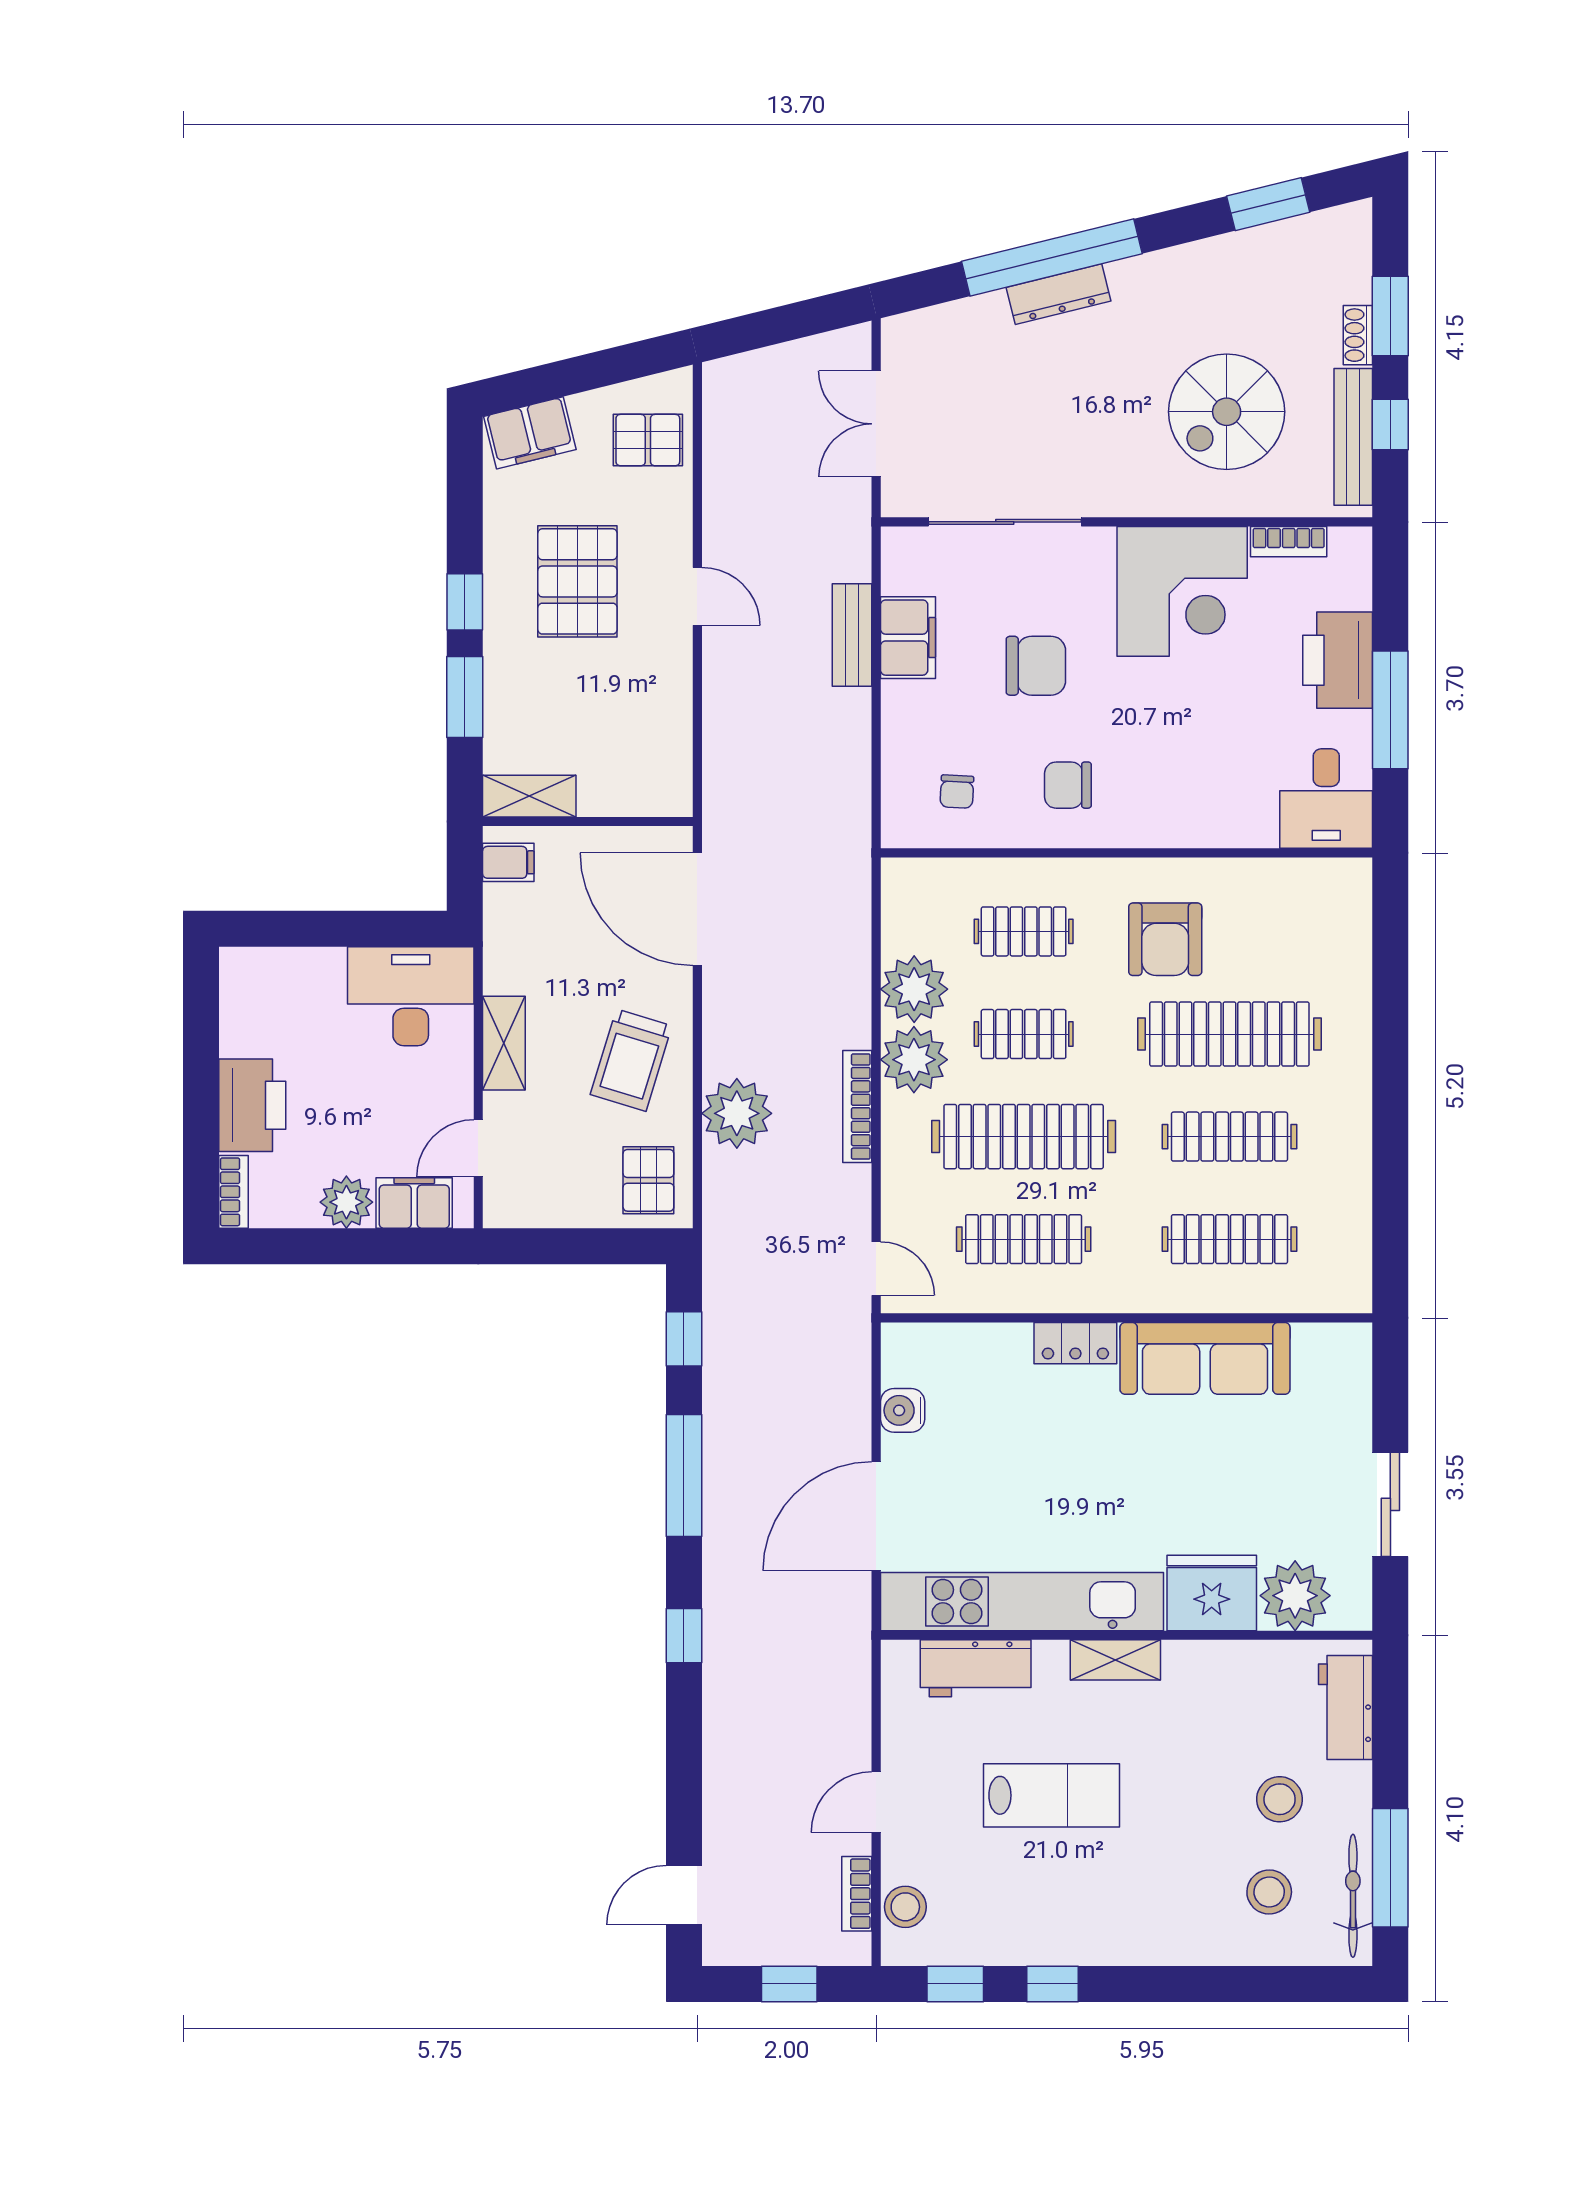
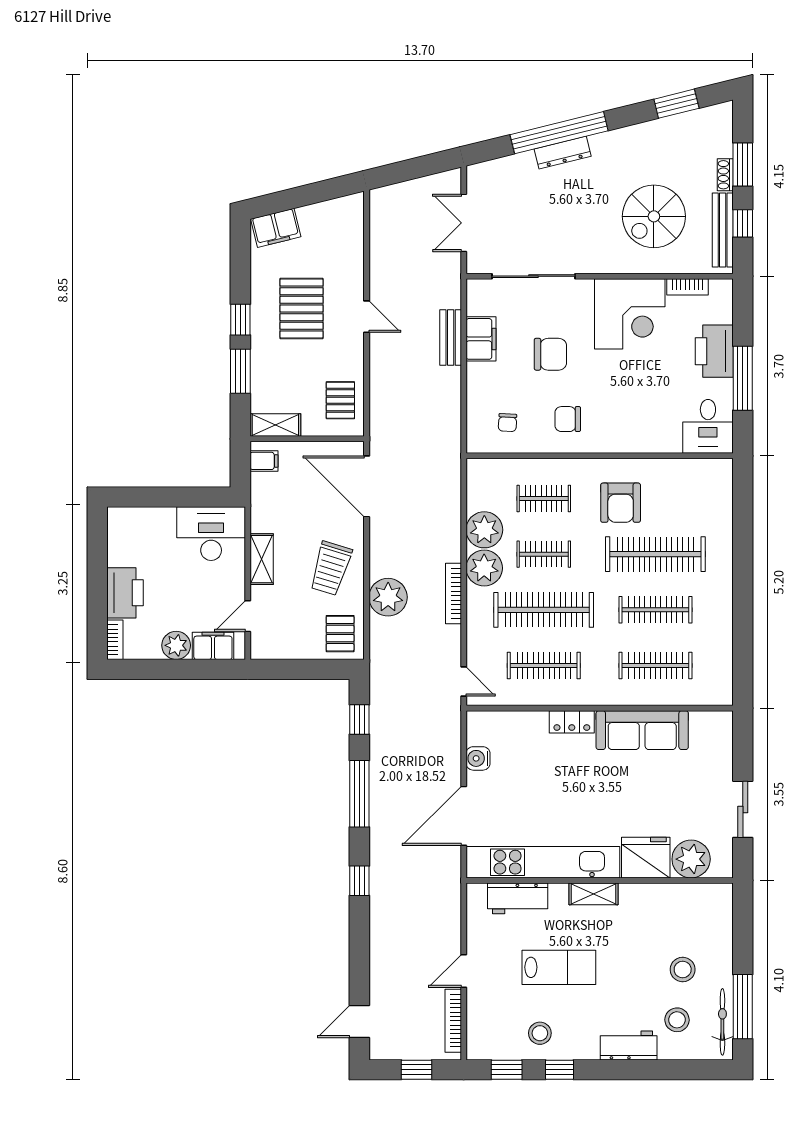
pallet: (648, 440) -> (340, 400), moved, turned 90
workbench: (1346, 1708) -> (629, 1045), moved, turned 90
bookcase: (857, 1894) -> (453, 1021), width x1.56
stool: (905, 1907) -> (540, 1033), moved

